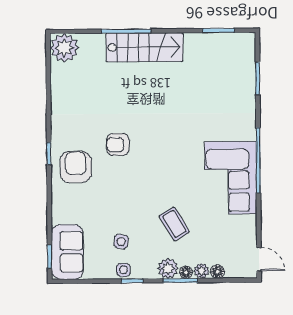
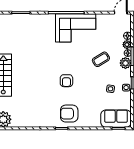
armchair: (118, 144) -> (66, 81), moved

